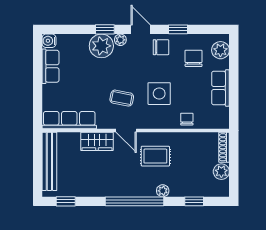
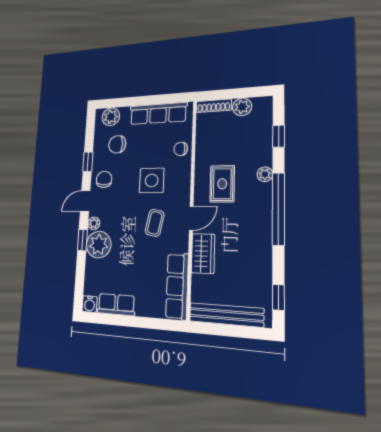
row of seats: (220, 88) -> (158, 114), width x1.48

